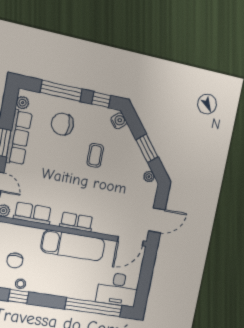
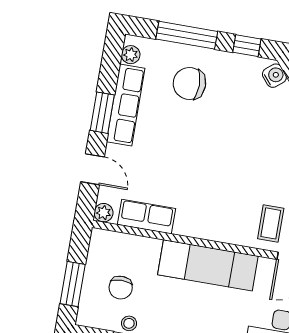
coffee table: (95, 155) -> (271, 223), moved
row of seats: (77, 222) -> (213, 229), removed

